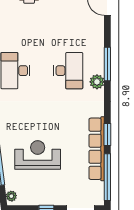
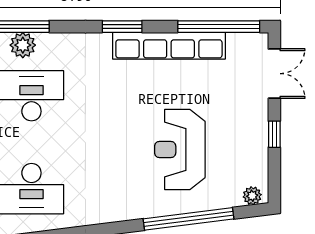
plant: (97, 82) -> (23, 45), moved
window: (107, 134) -> (122, 27), moved

